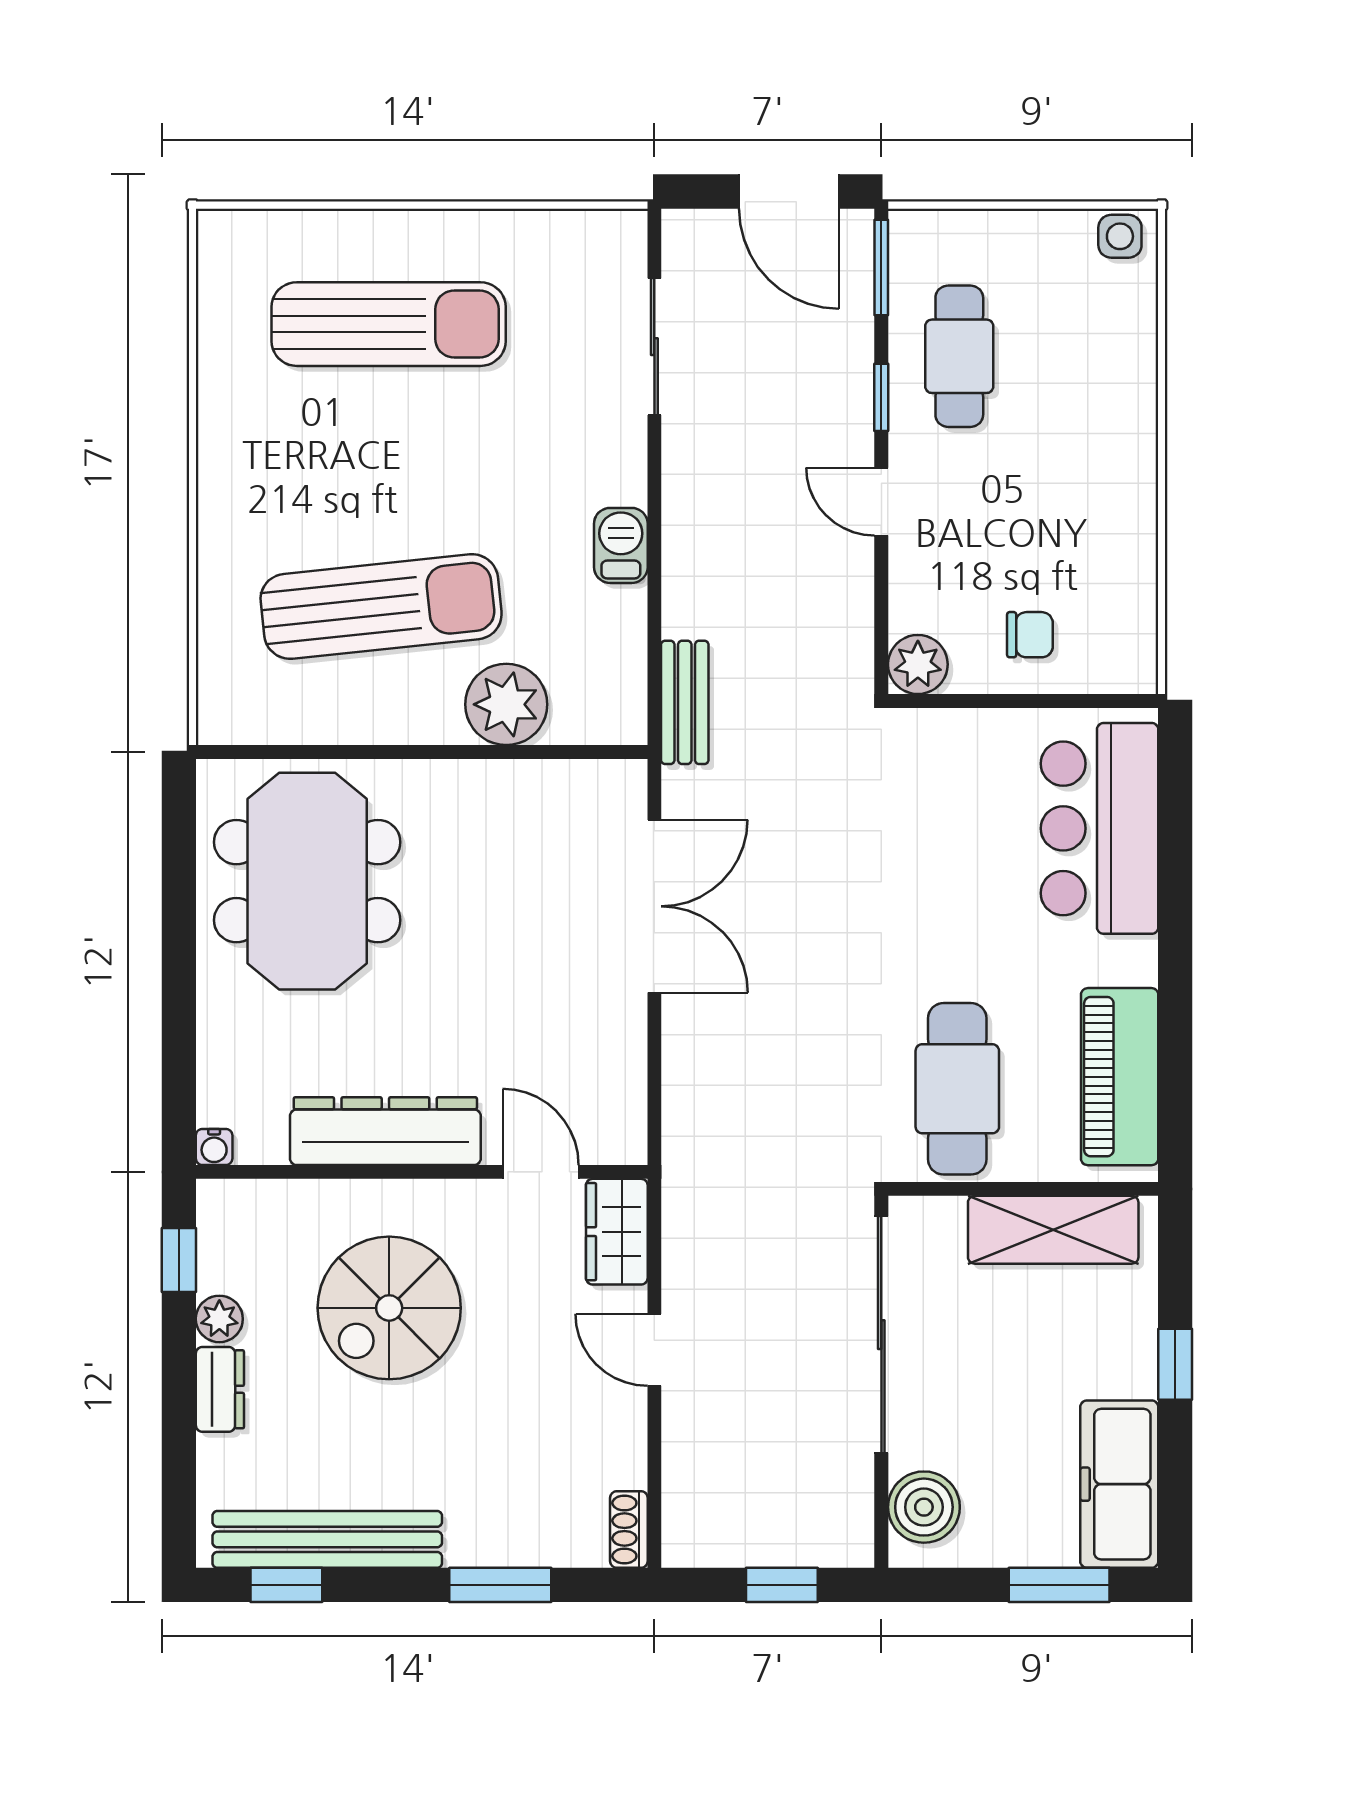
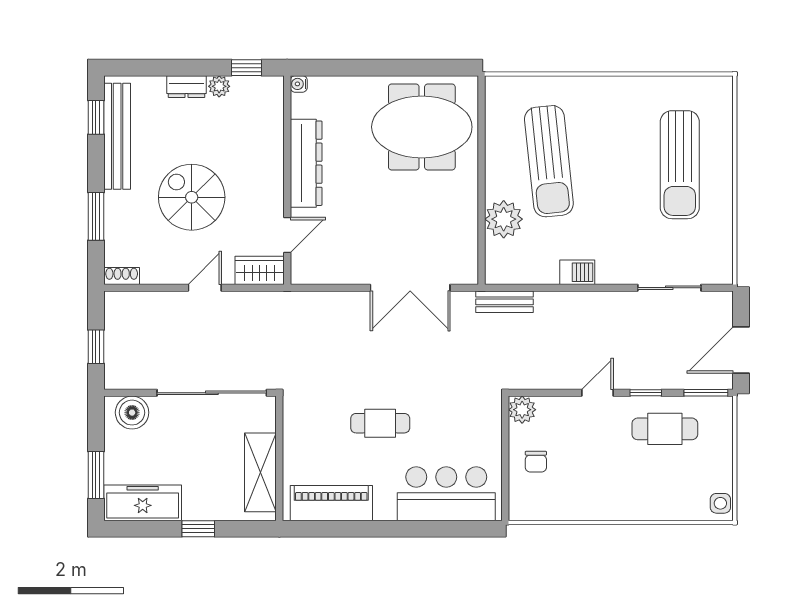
cafe table: (957, 1089) -> (380, 423), moved, width x0.73, depth x0.74
spiral stairs: (389, 1308) -> (192, 197), moved

